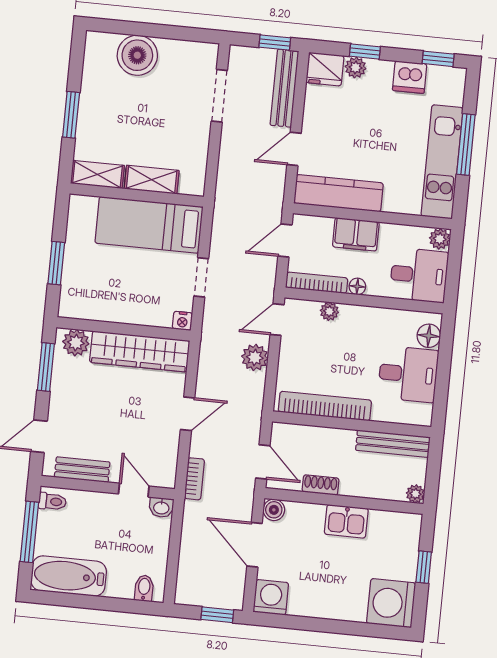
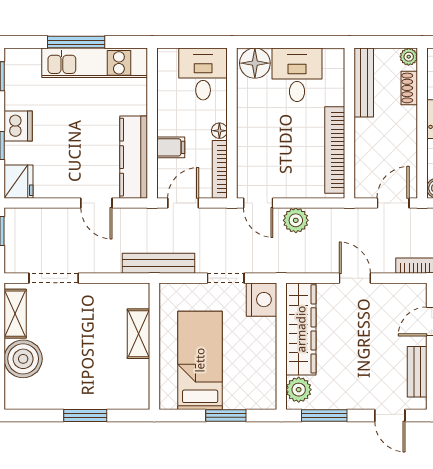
plant: (356, 67) -> (14, 153), removed
dishwasher: (410, 77) -> (18, 126), moved
bench: (284, 88) -> (158, 263), moved
shelving: (98, 174) -> (15, 314), moved
bed: (149, 225) -> (200, 360), moved, turned 180
filing cabinet: (356, 234) -> (171, 147), width x0.50
plant: (440, 239) -> (167, 58), removed
door: (285, 240) -> (183, 203), swing flipped
plant: (329, 311) -> (245, 155), removed
nightstand: (182, 321) -> (262, 300), width x1.89, depth x1.79
floor lamp: (429, 336) -> (255, 63), width x1.38, depth x1.38
shoe rack: (321, 485) -> (409, 88), moved

